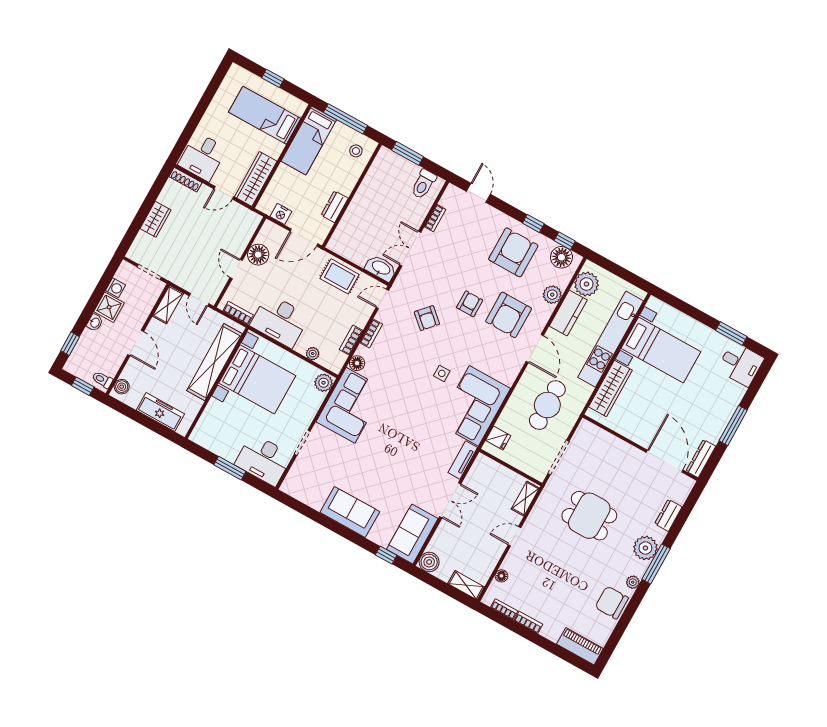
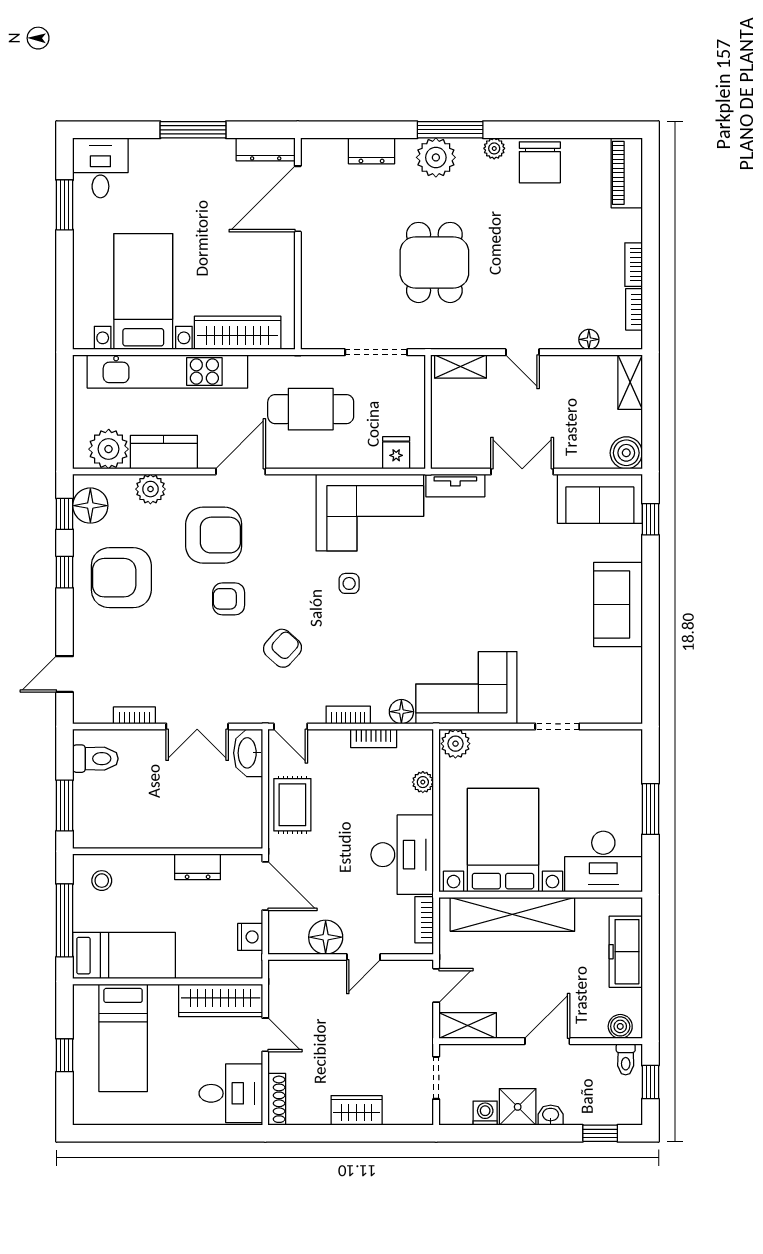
desk: (264, 460) -> (603, 862), moved, turned 90

